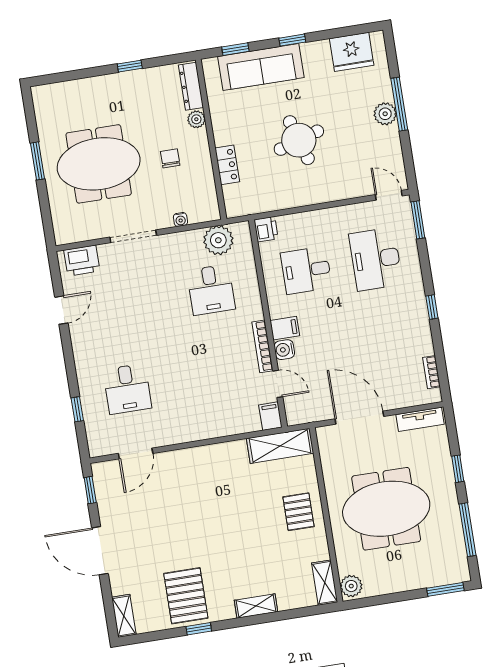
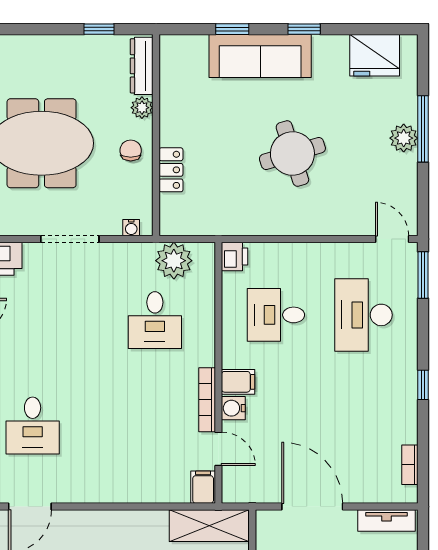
dresser: (191, 86) -> (142, 66), moved
plant: (196, 119) -> (142, 108), moved
wall: (211, 139) -> (156, 135), moved
locker: (227, 165) -> (171, 170), moved

